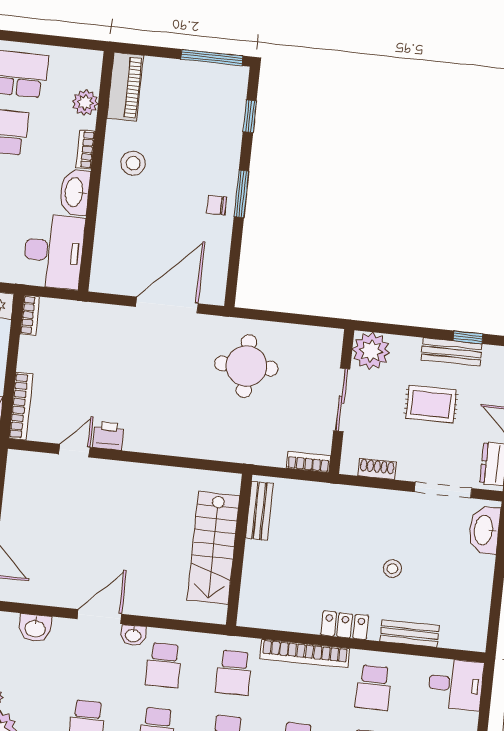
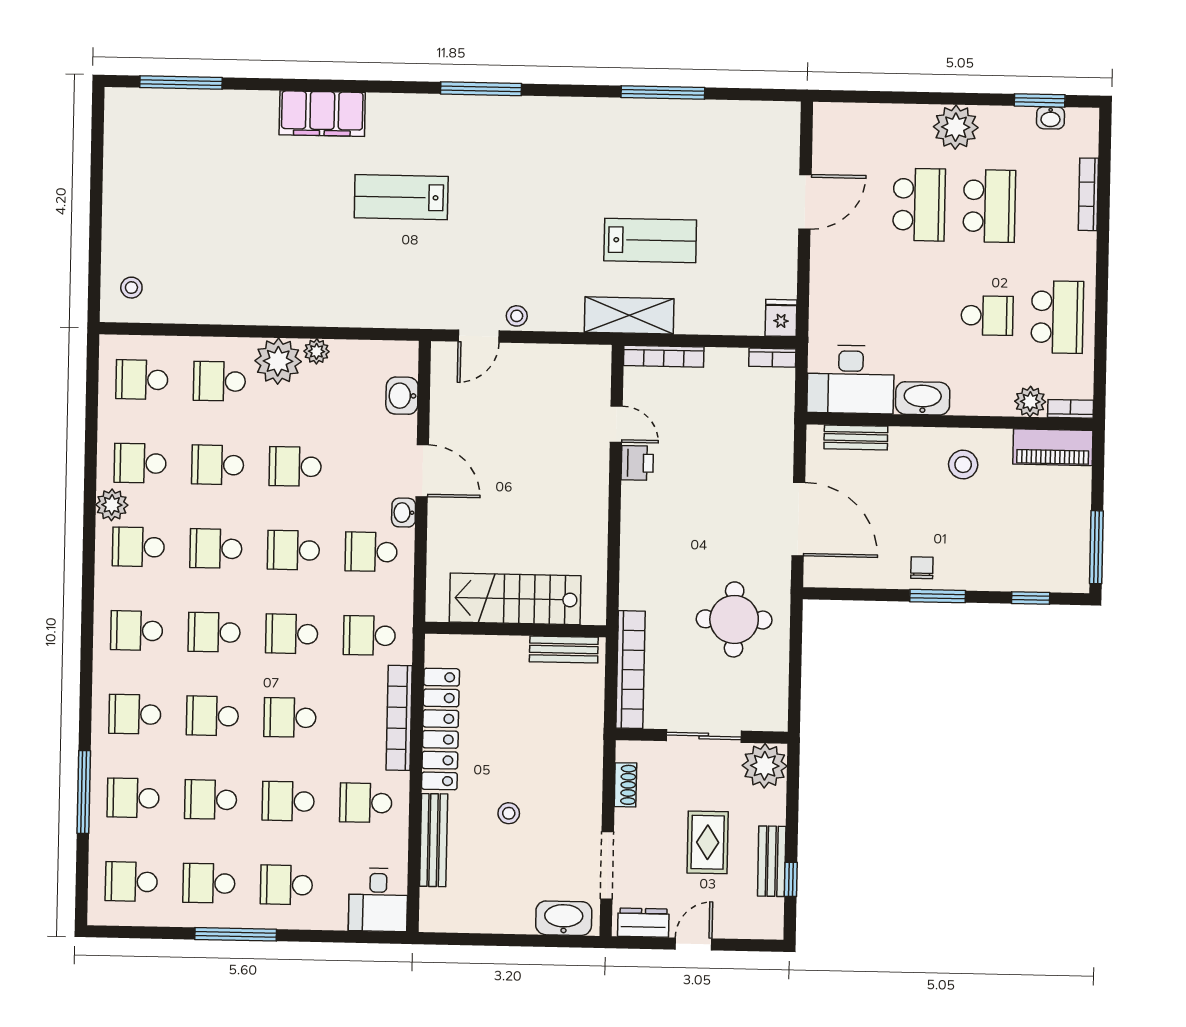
bookcase: (86, 149) -> (1071, 409), moved
bench: (103, 251) -> (856, 437), added
bookcase: (309, 462) -> (631, 670), width x2.31, depth x1.31
locker: (345, 625) -> (440, 729), width x2.16, depth x1.21
bench: (410, 634) -> (434, 840), width x1.36

